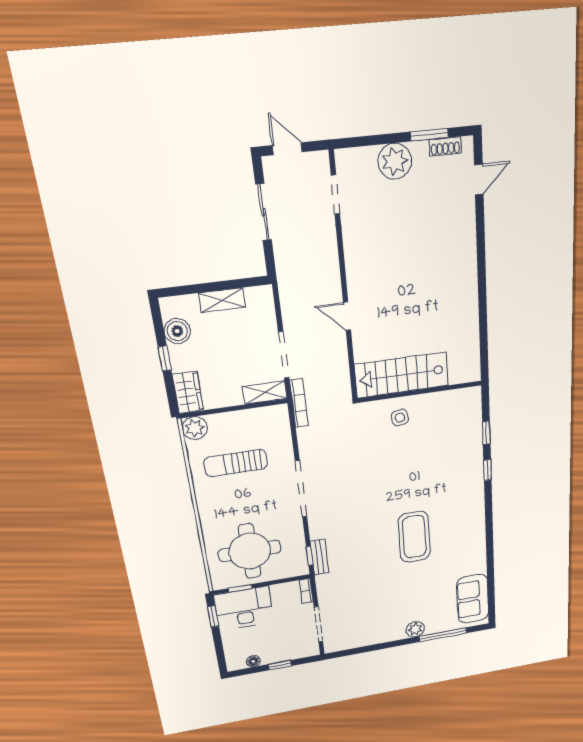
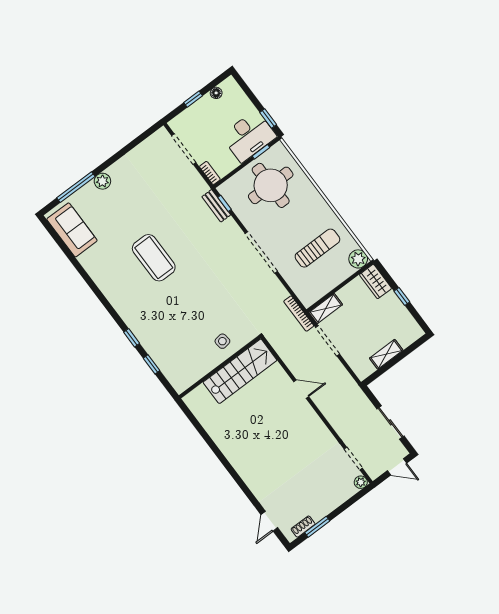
plant: (395, 161) -> (361, 482), moved, width x0.53, depth x0.53
boiler: (177, 331) -> (403, 319), removed

